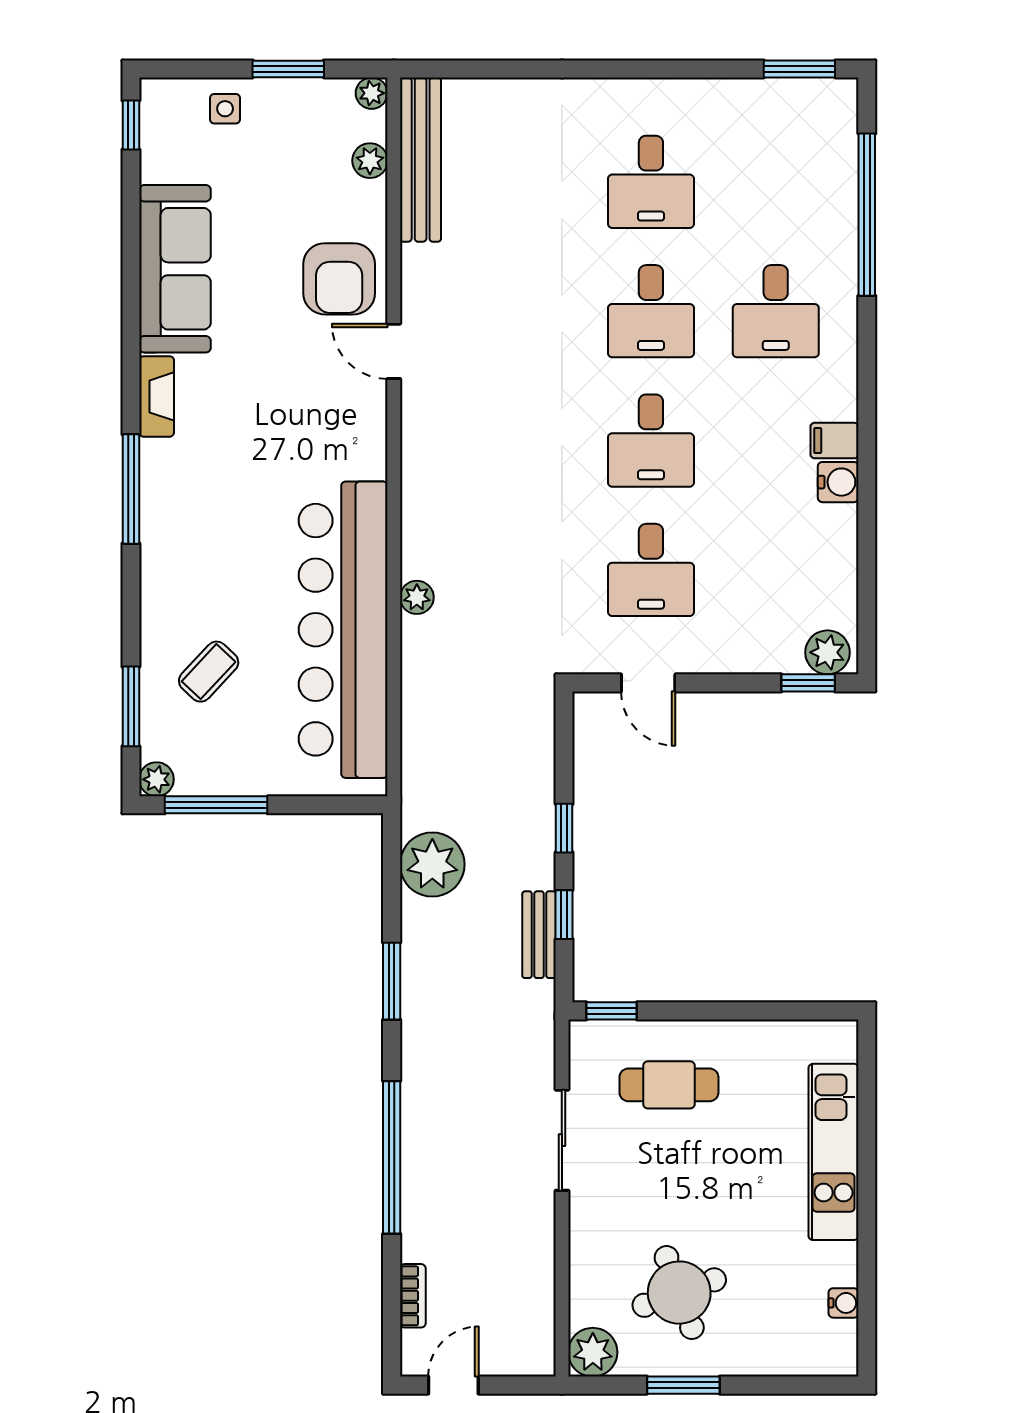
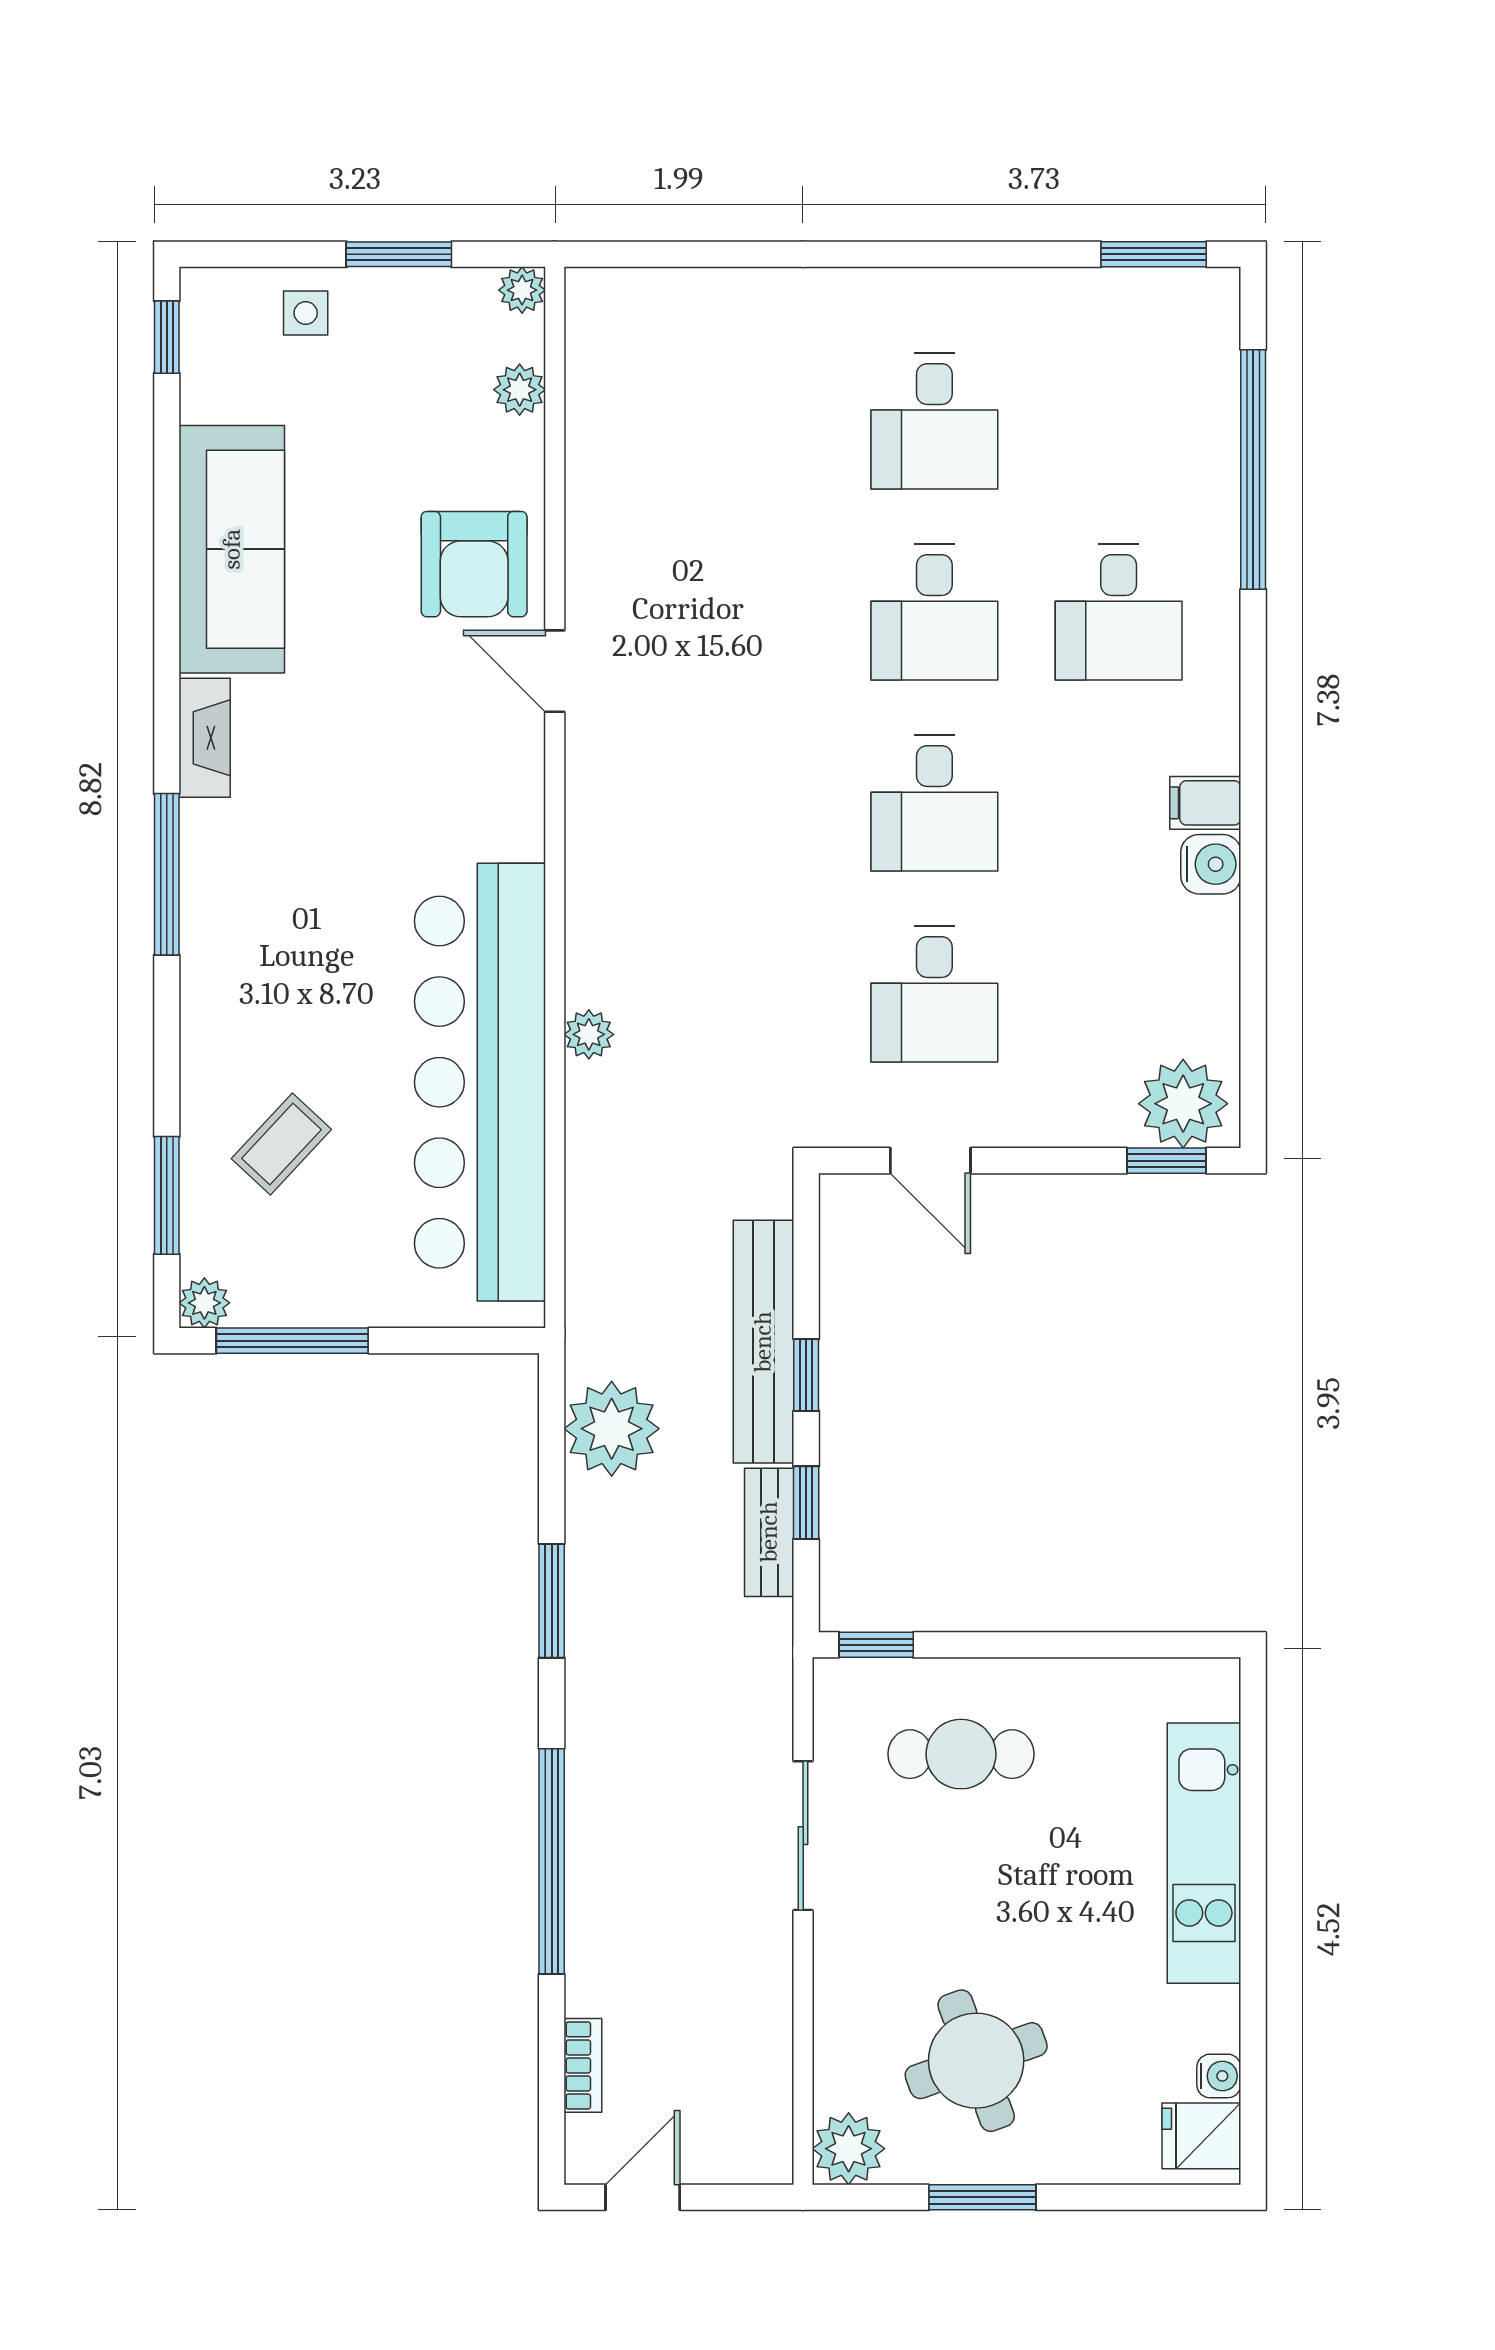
bench: (421, 160) -> (763, 1342), moved
plant: (827, 652) -> (1183, 1104), width x1.36, depth x1.36
fridge: (832, 1343) -> (1201, 2136), added

